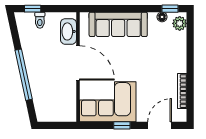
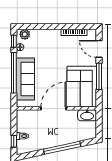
window: (127, 9) -> (14, 73), added
washbasin: (68, 31) -> (87, 115), moved
window: (122, 125) -> (99, 76), width x2.17

